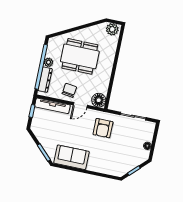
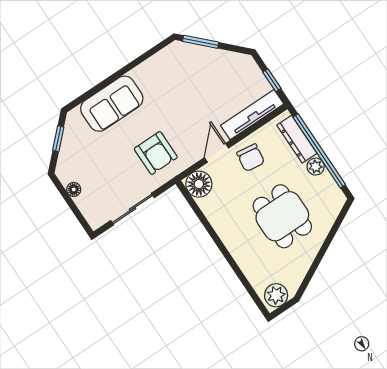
dining table: (80, 56) -> (282, 216), width x0.73
armchair: (103, 128) -> (156, 153), turned 180
sofa: (71, 157) -> (112, 104), moved

